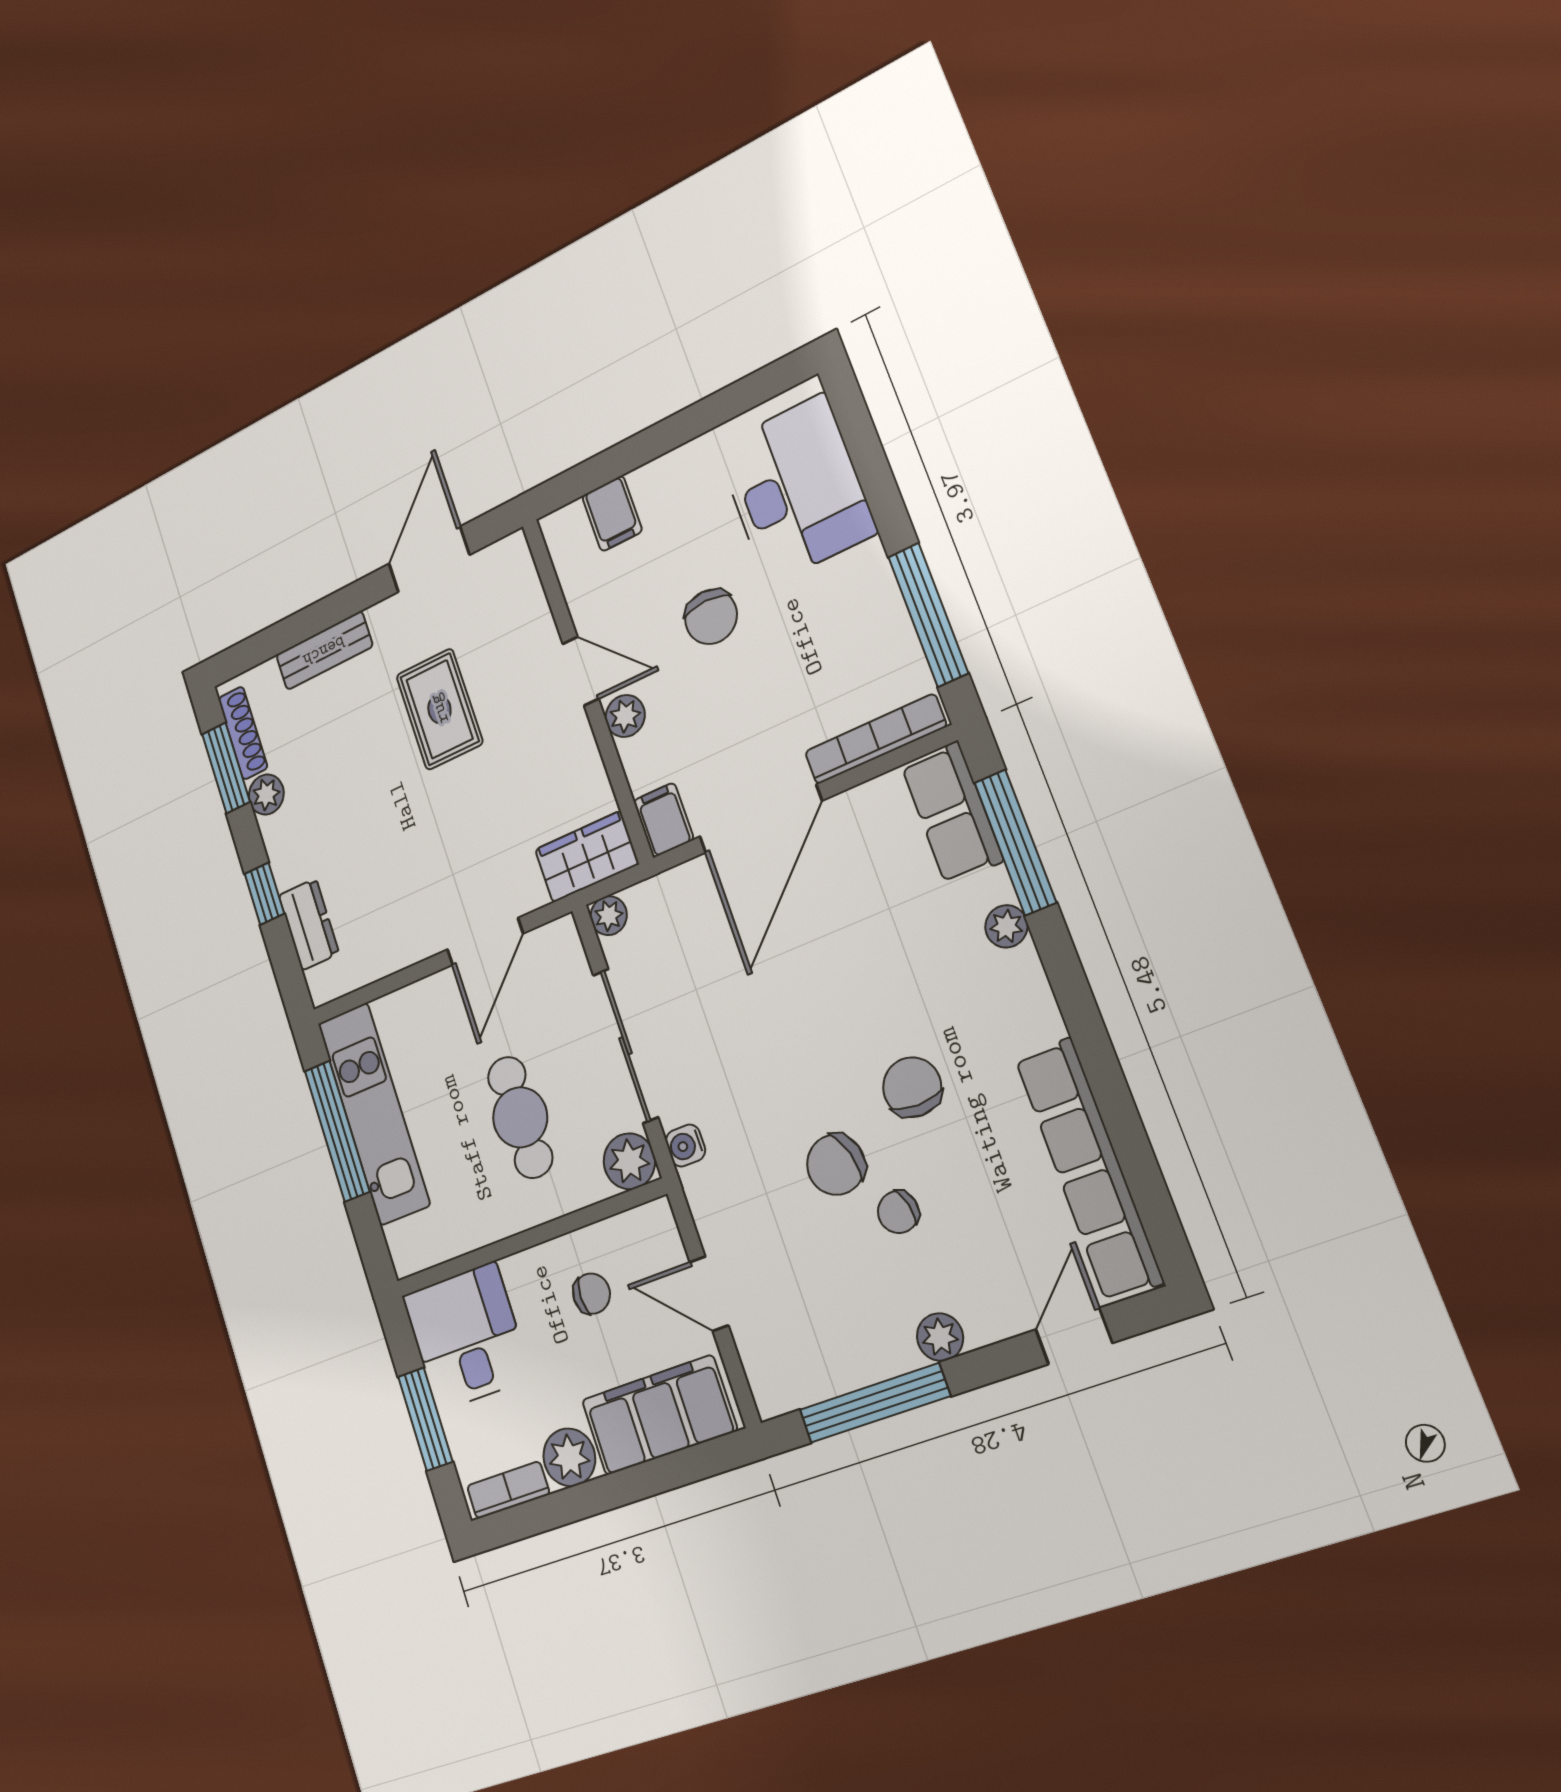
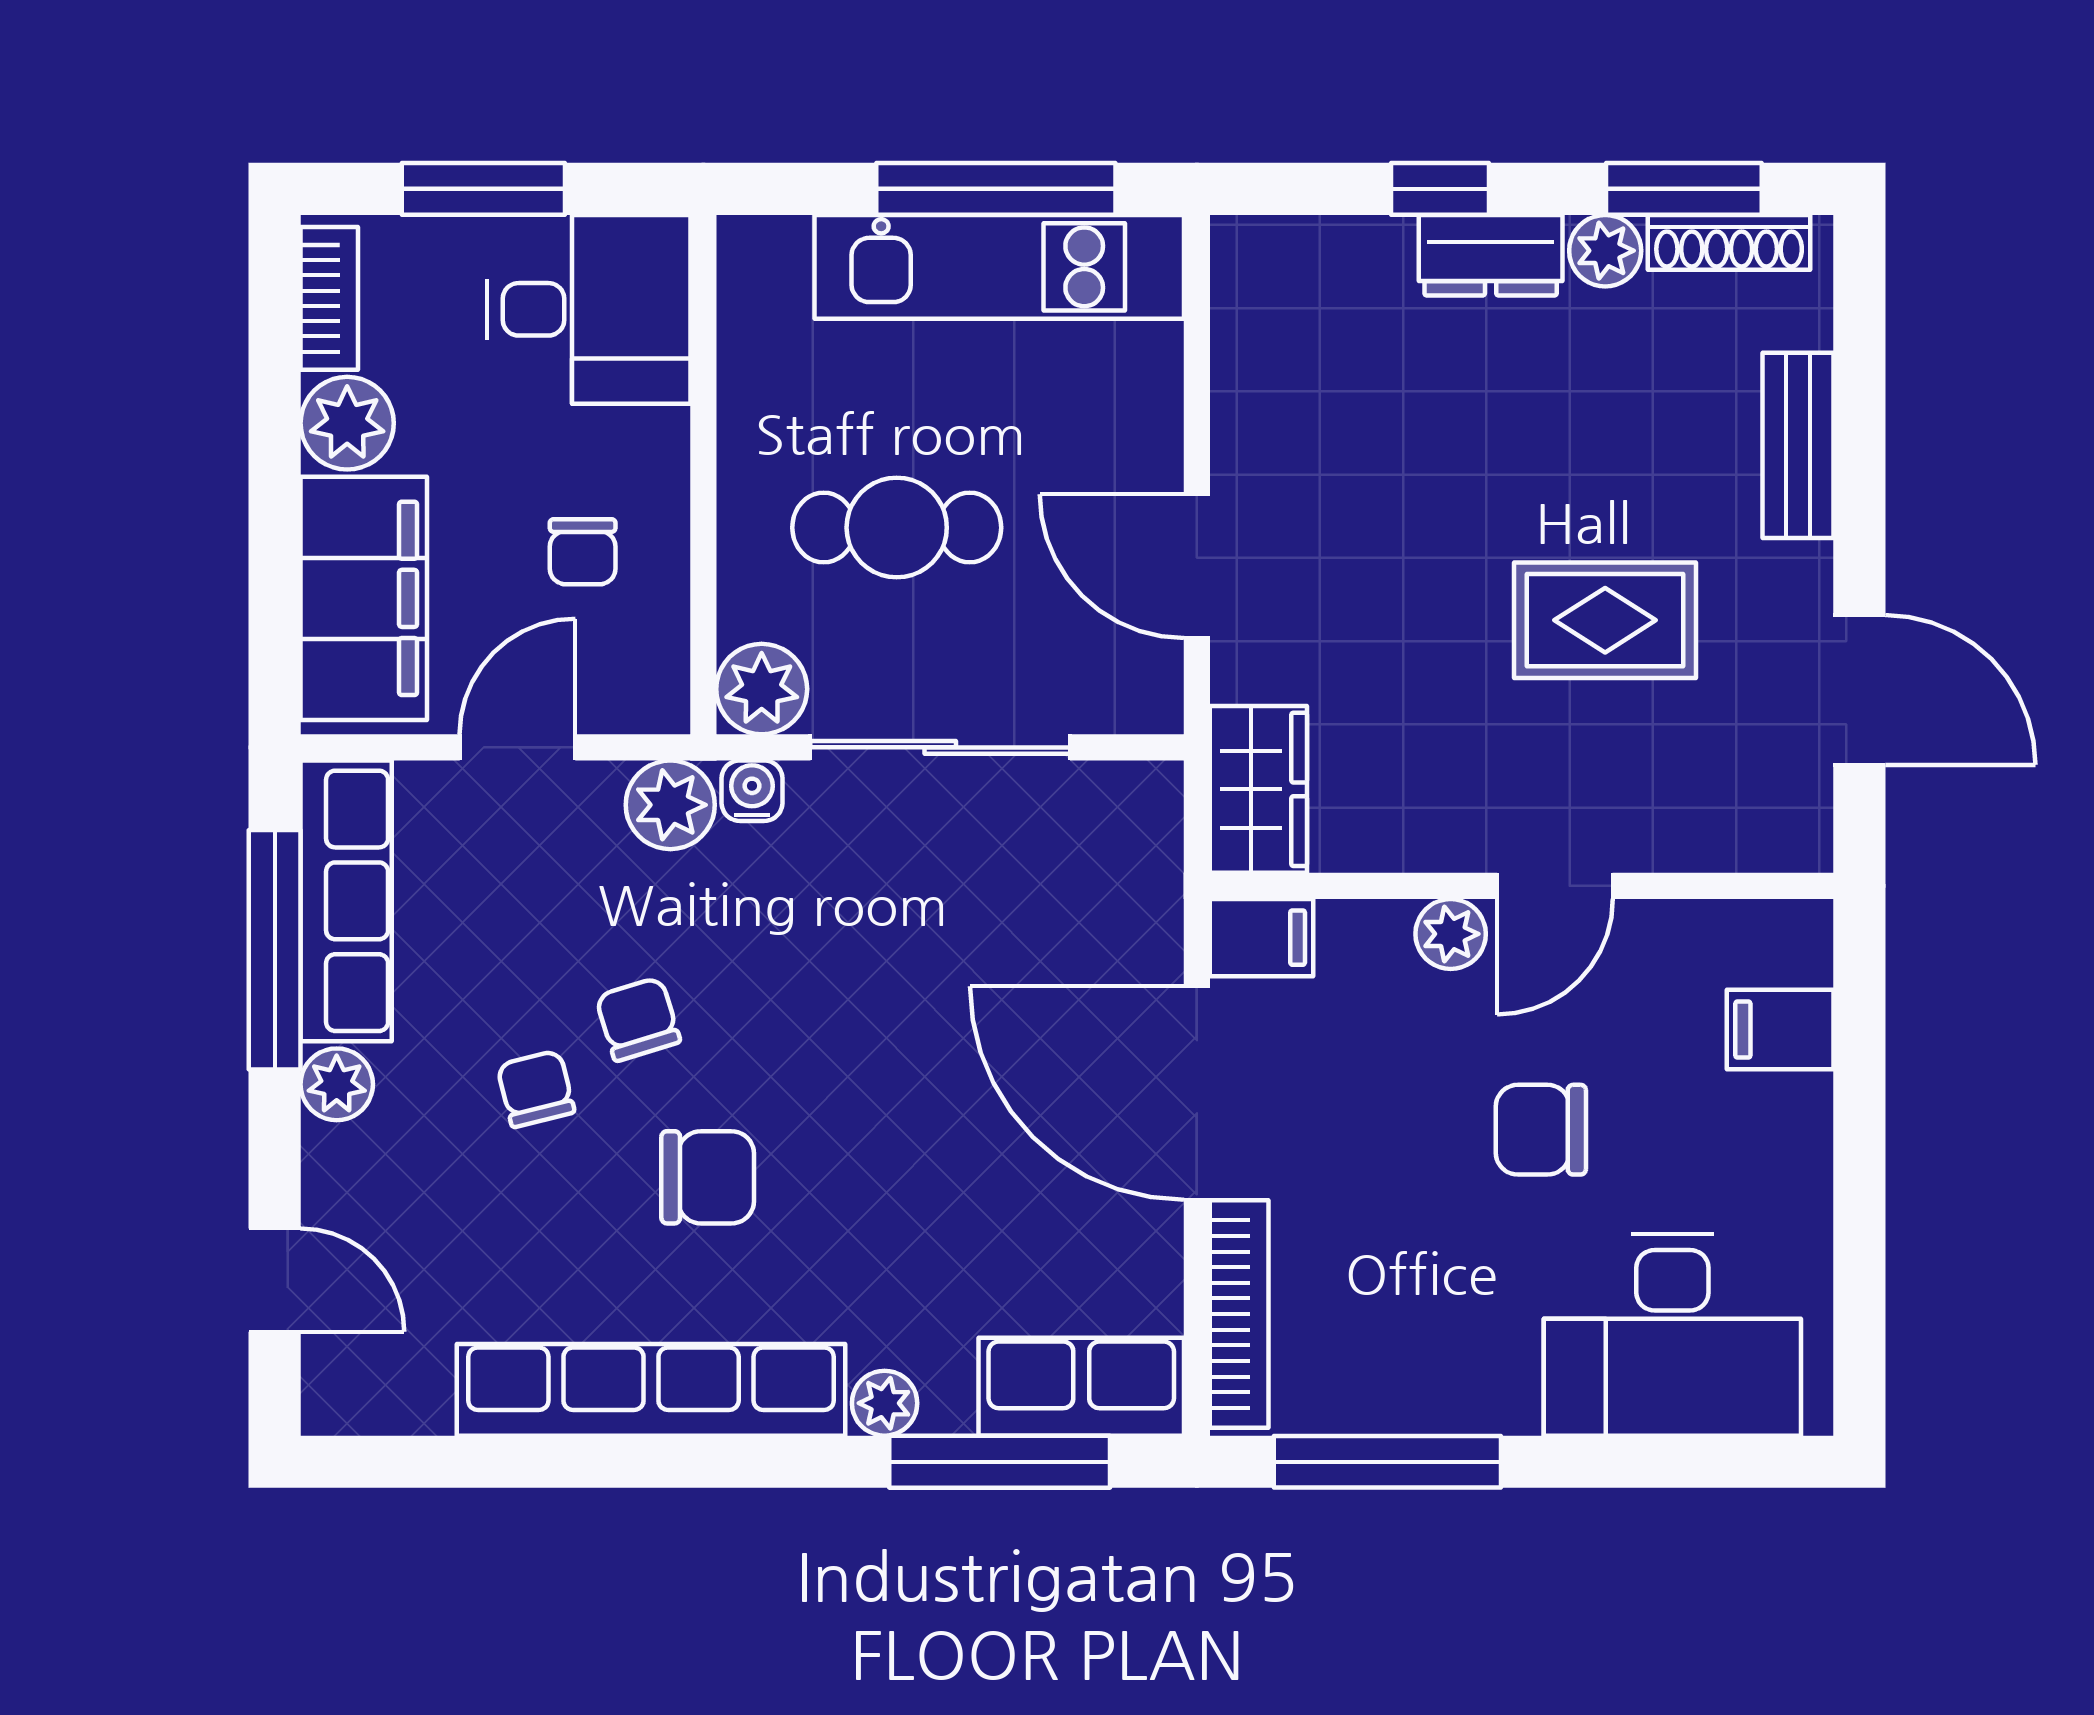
plant: (609, 916) -> (670, 805), moved, width x1.38, depth x1.38
dresser: (309, 924) -> (1491, 255), moved
chair: (836, 1165) -> (638, 1019), width x0.73, depth x0.73
row of seats: (1089, 1169) -> (651, 1390), moved
row of seats: (831, 1368) -> (346, 901), added

